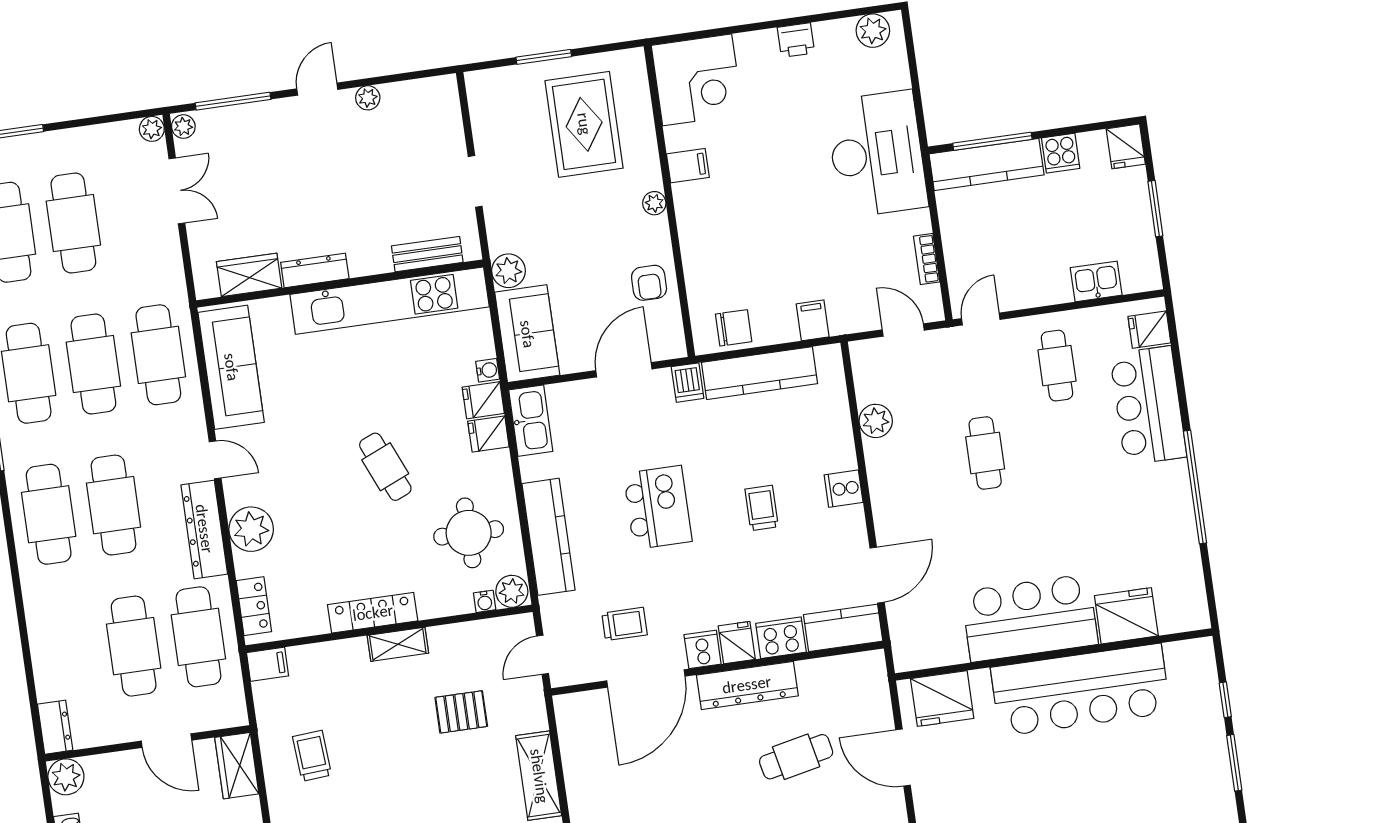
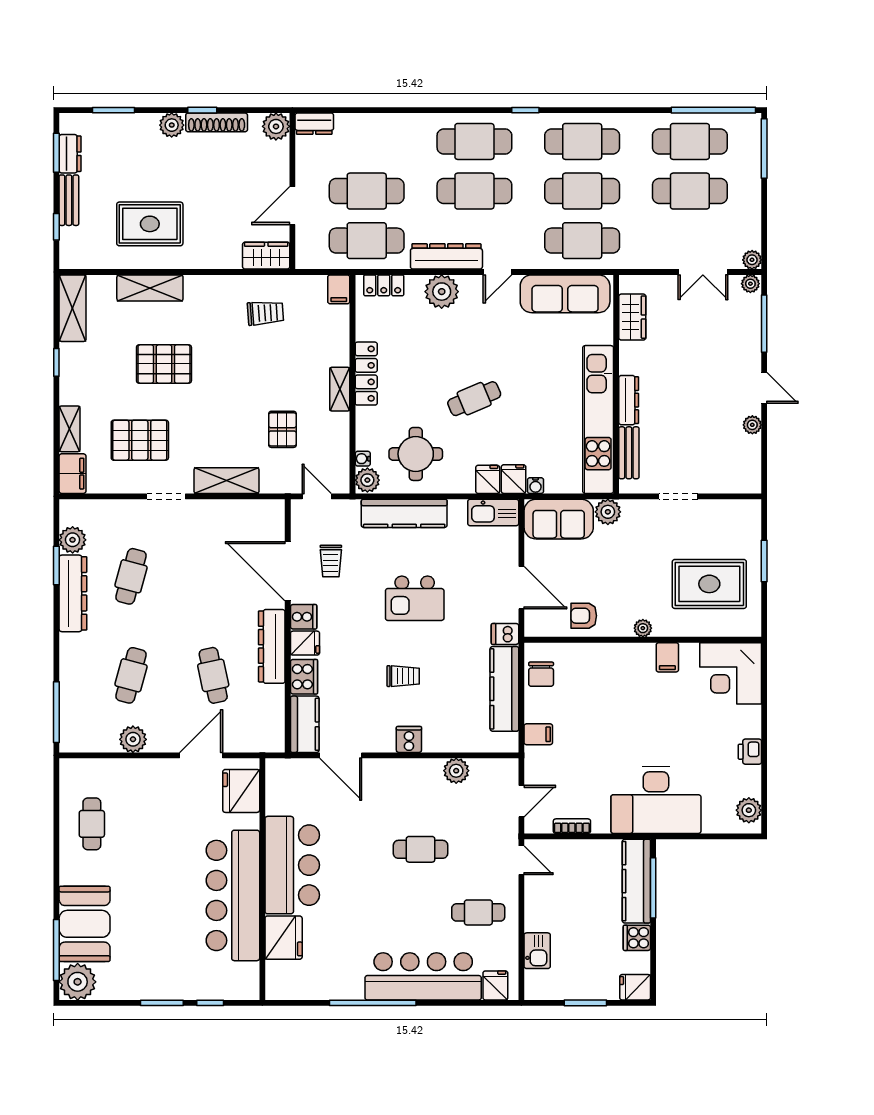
dresser: (315, 270) -> (629, 400), moved
bar counter: (1148, 406) -> (423, 976), width x1.36

